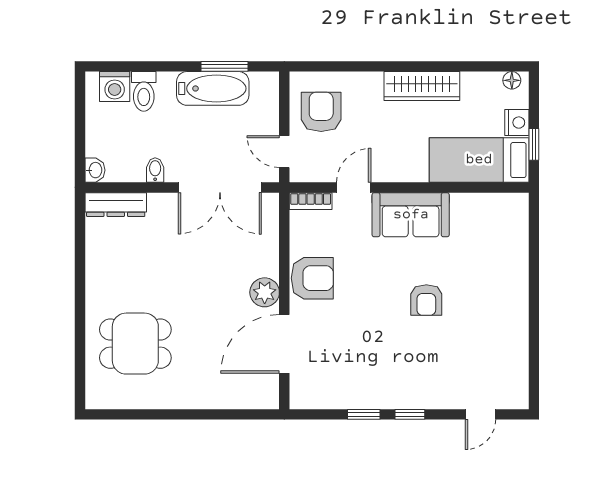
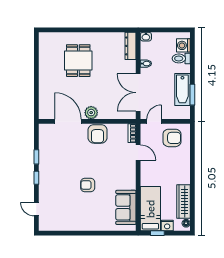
wardrobe: (422, 86) -> (184, 201), moved
sofa: (411, 215) -> (126, 207), moved
dining table: (135, 344) -> (78, 61), moved

